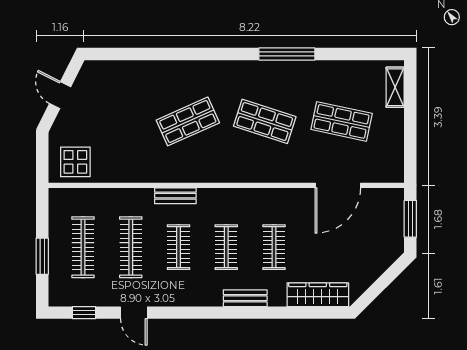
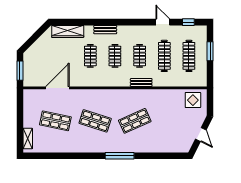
window: (287, 54) -> (120, 156), moved

